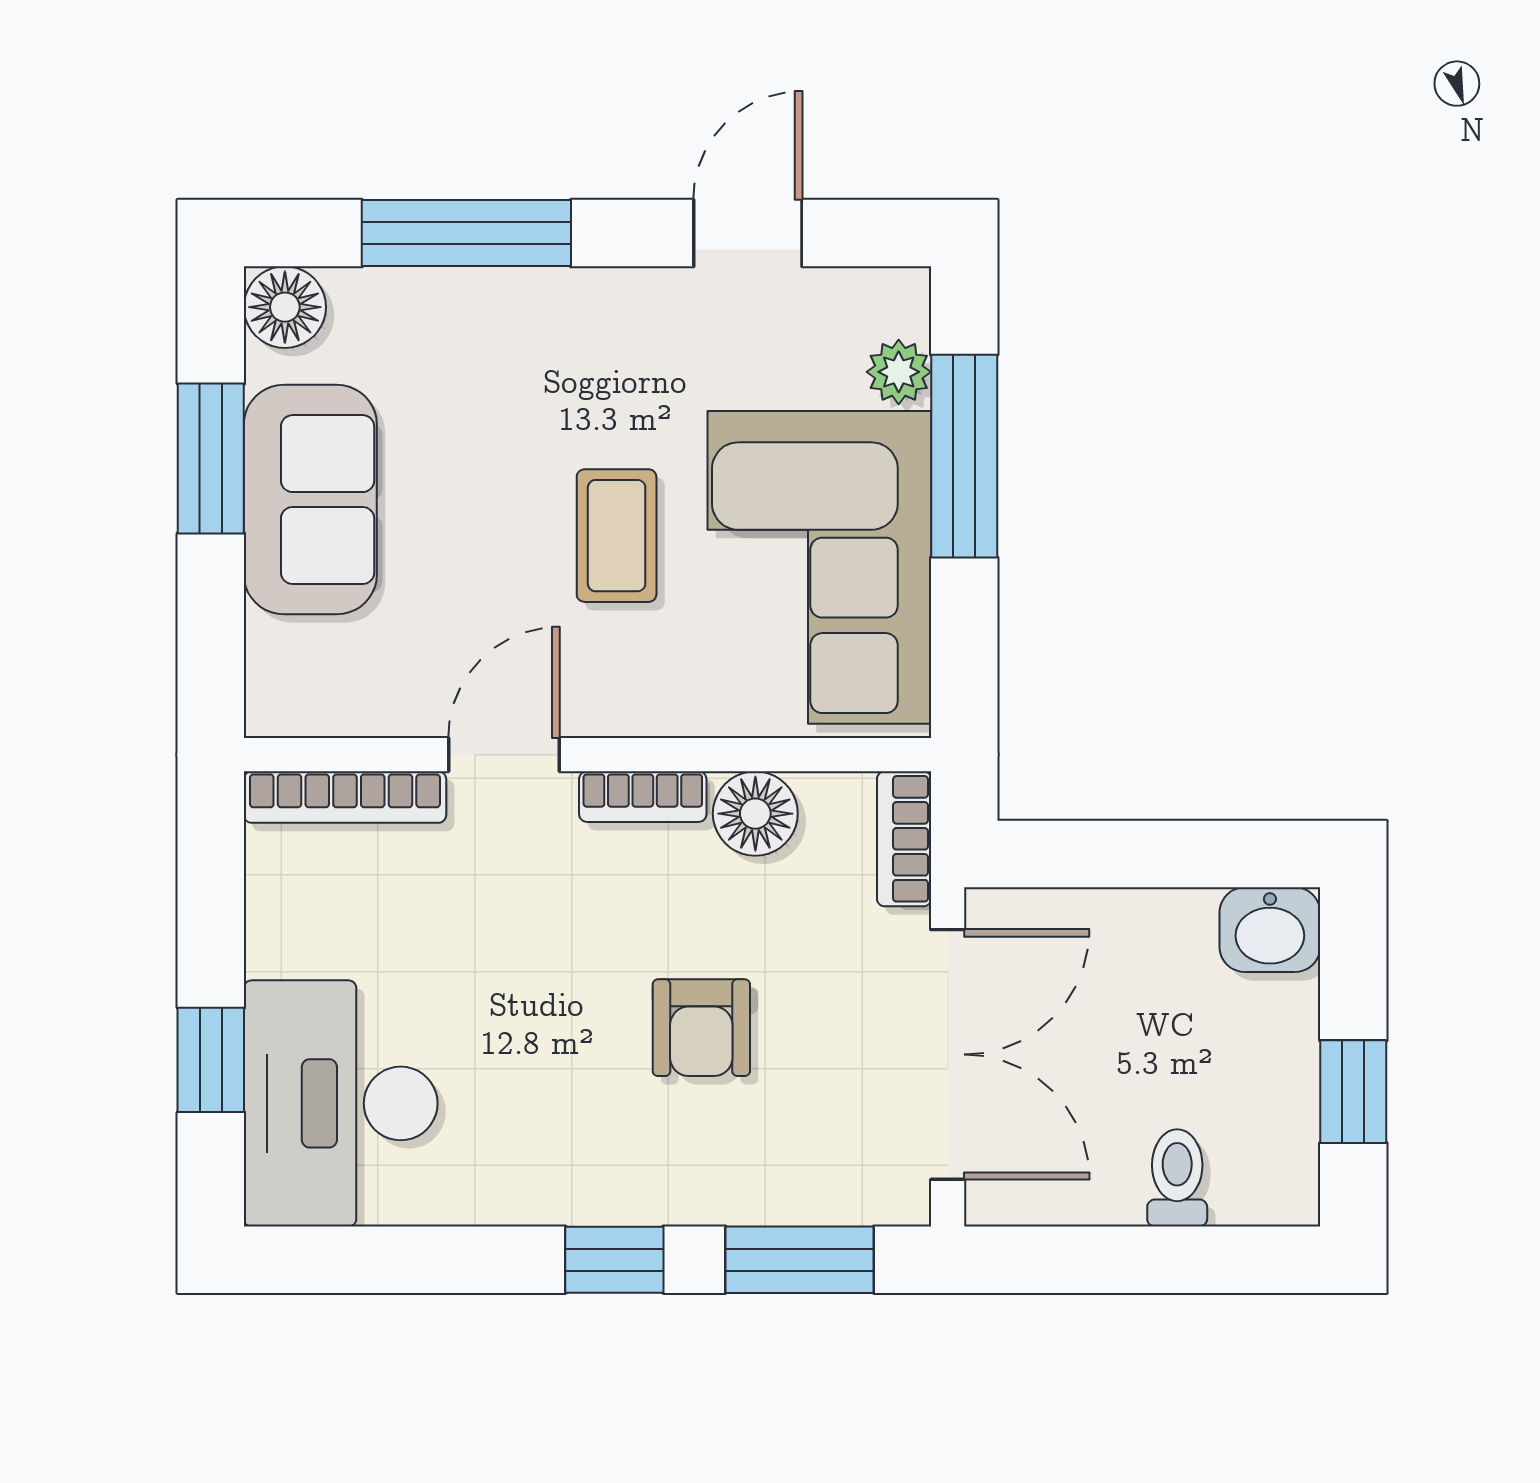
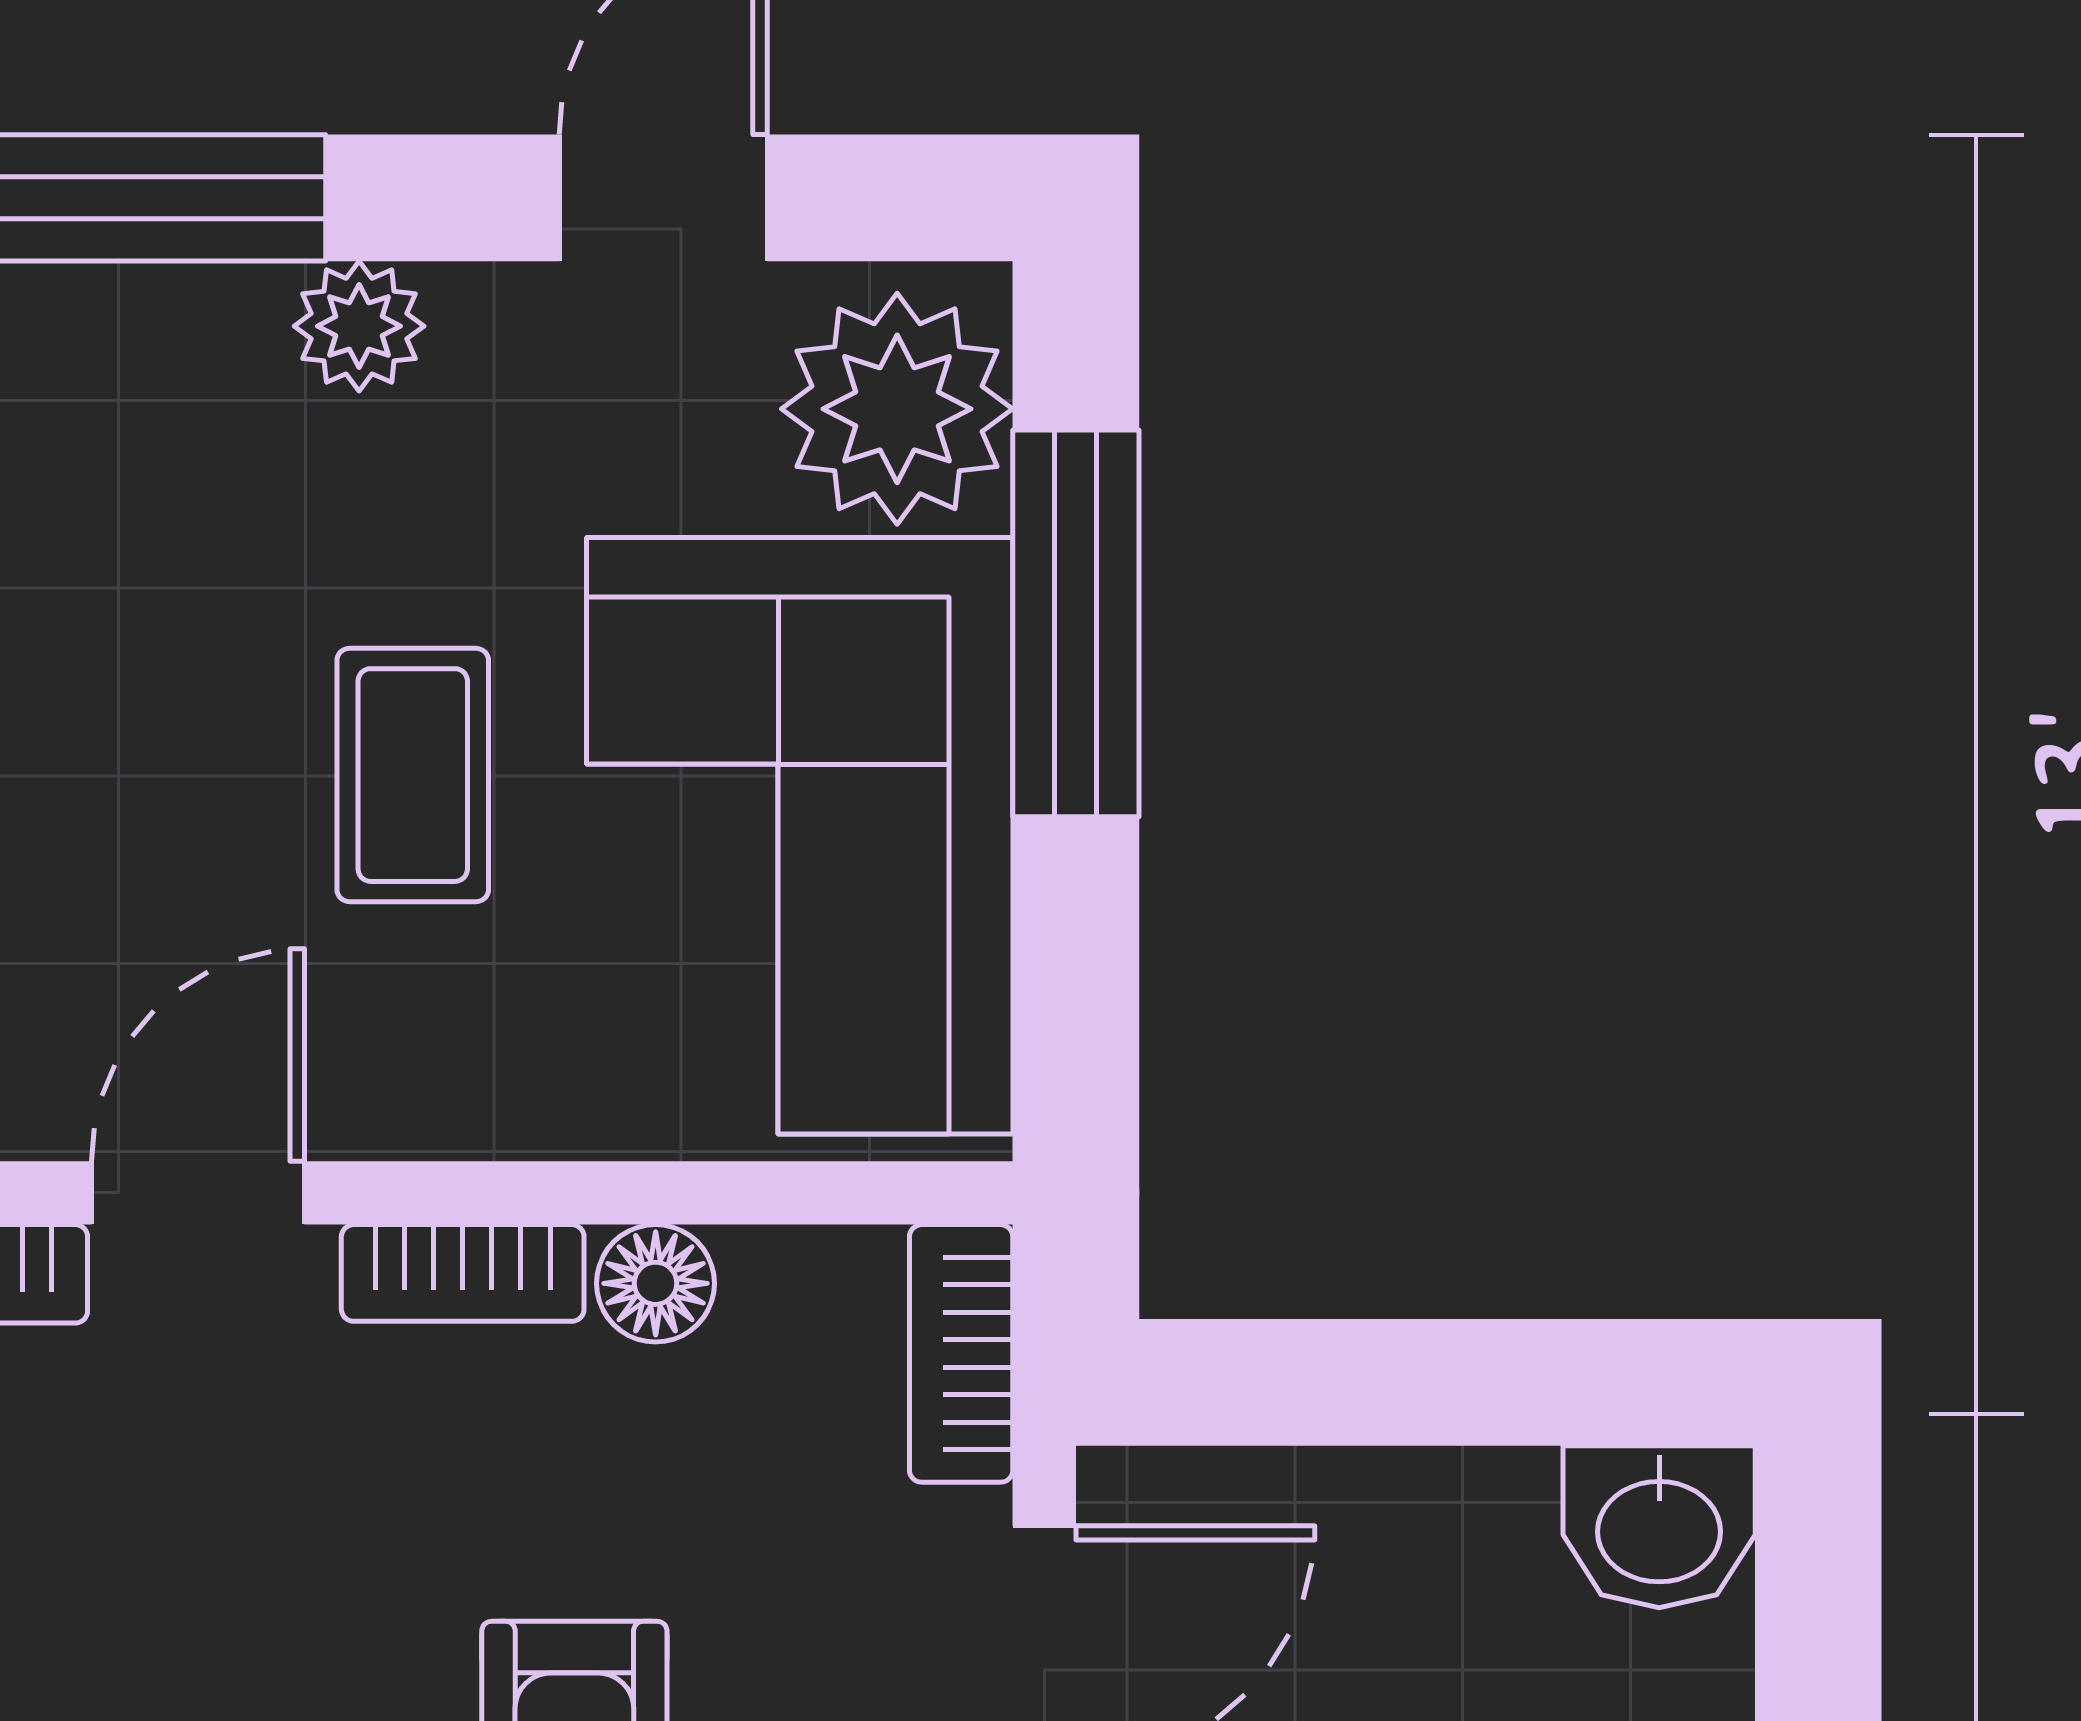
plant: (588, 300) -> (359, 326), added
plant: (899, 372) -> (897, 409), width x1.88, depth x1.88
floor lamp: (755, 814) -> (656, 1283), width x0.73, depth x0.73

